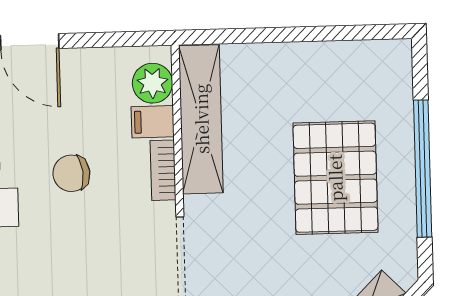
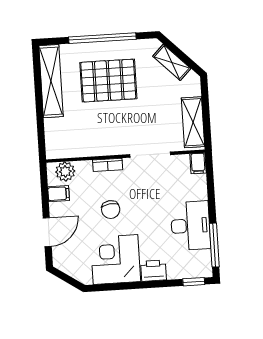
shelving: (201, 119) -> (51, 81), moved, turned 90
filing cabinet: (153, 122) -> (59, 194), moved, turned -90

